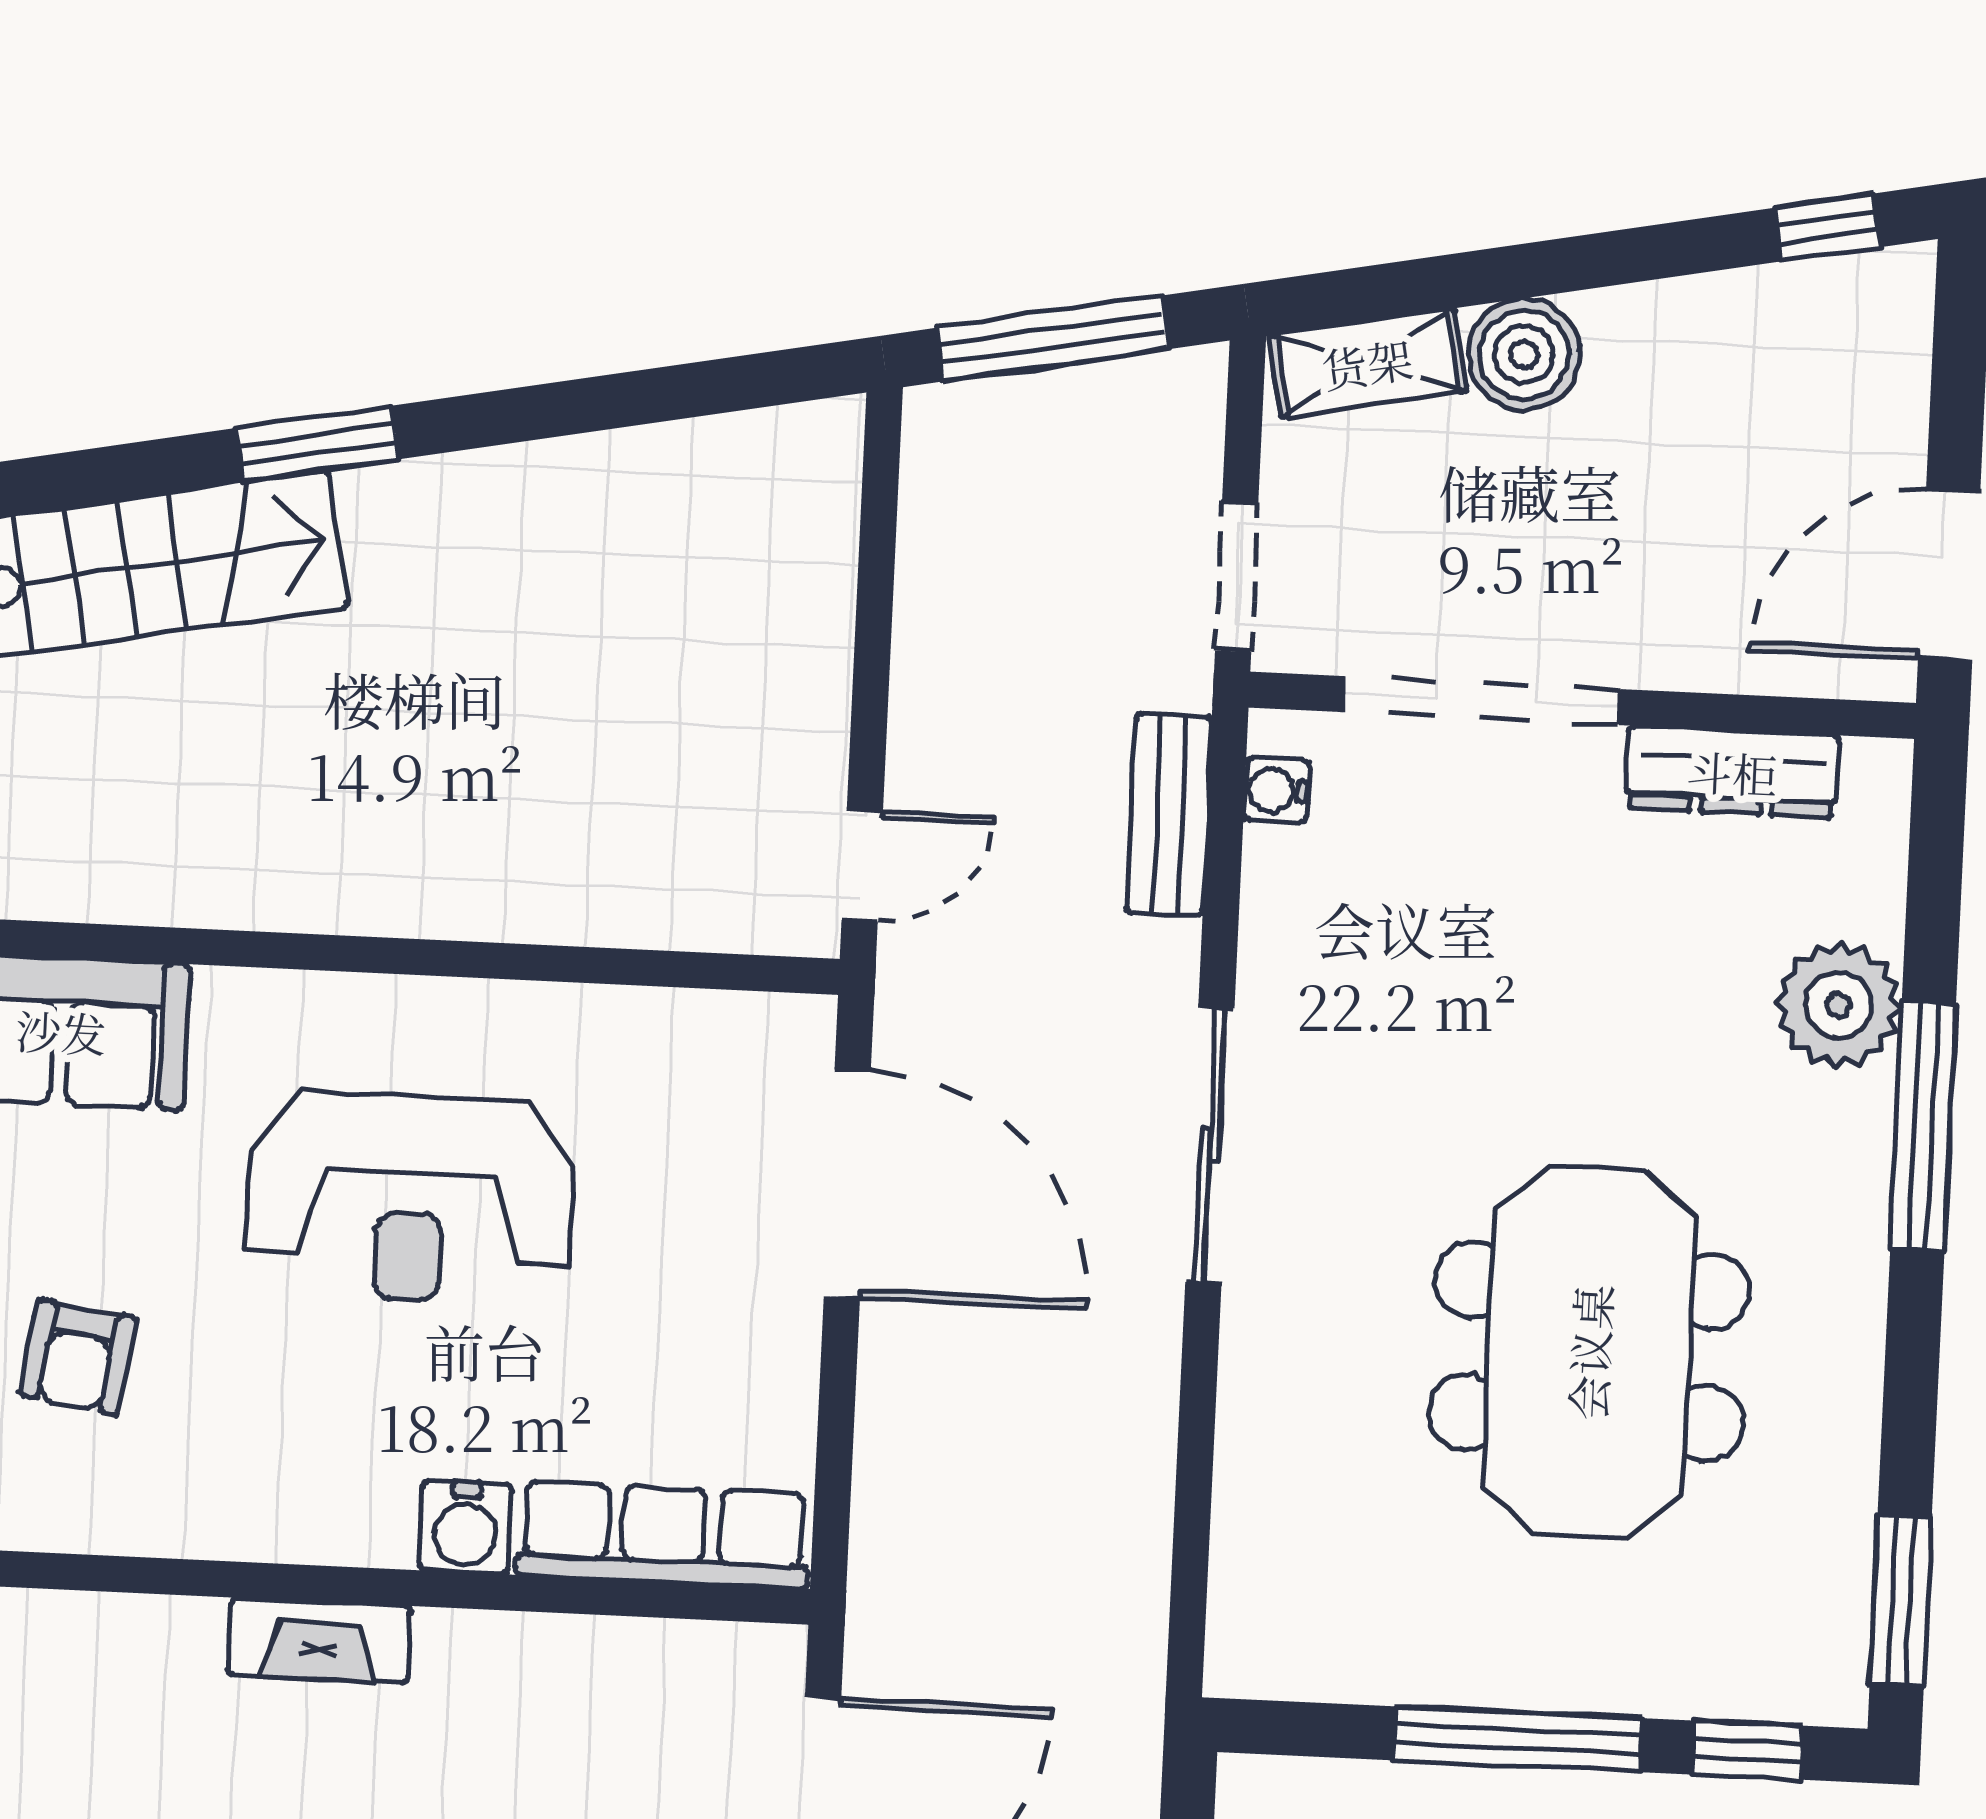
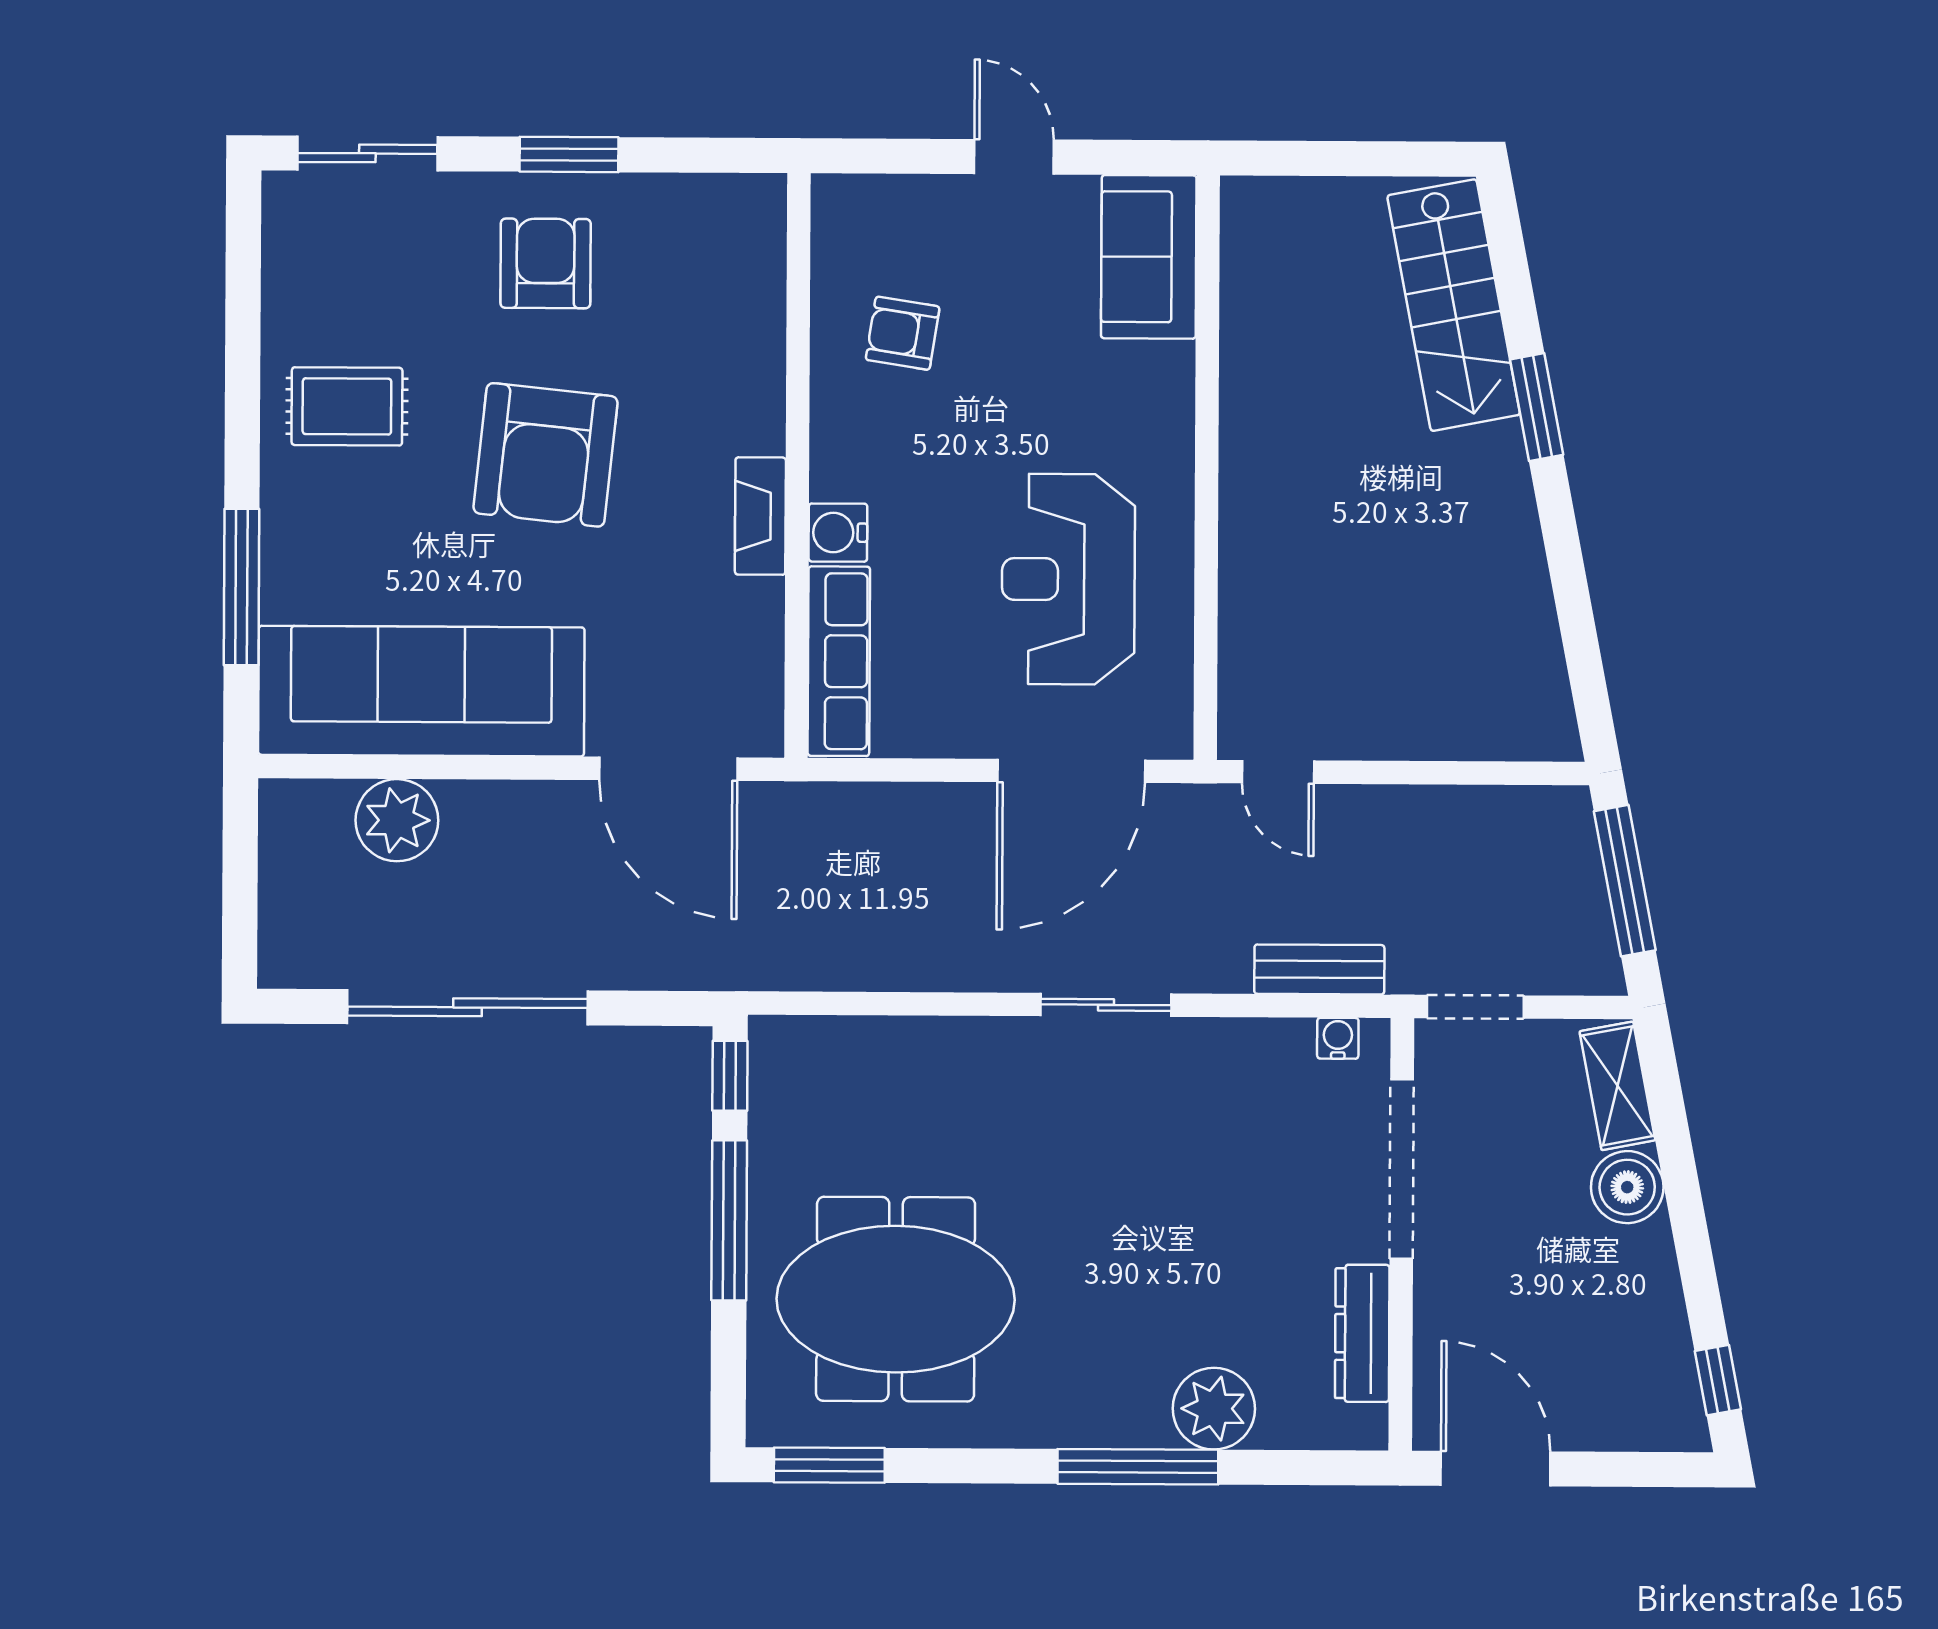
sliding door: (1210, 1145) -> (1106, 1005), width x0.73
reception desk: (410, 1198) -> (1068, 579), moved
meeting table: (1589, 1352) -> (896, 1299), moved
armchair: (78, 1357) -> (903, 333), moved
fireplace: (319, 1640) -> (760, 516), moved
window: (1748, 1750) -> (730, 1076), moved

